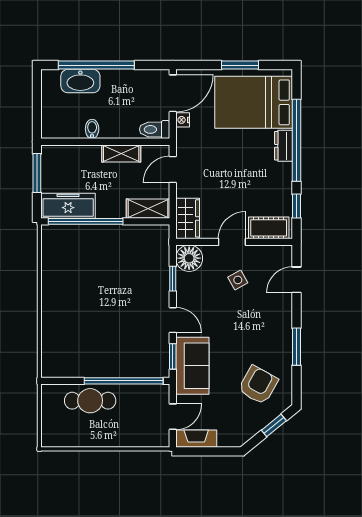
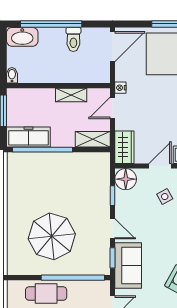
washbasin: (80, 81) -> (22, 37), moved
nightstand: (183, 120) -> (120, 88), moved
bidet: (92, 129) -> (12, 75), moved
toilet: (155, 129) -> (73, 39), moved, turned -90
parasol: (97, 330) -> (52, 236), added

